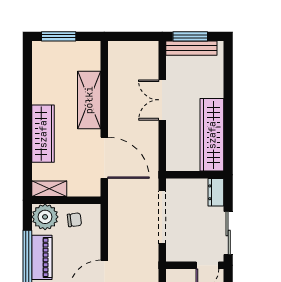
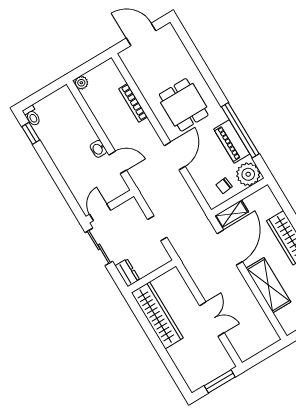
bench: (191, 48) -> (213, 373), removed
door: (104, 158) -> (230, 248), swing flipped
shelving: (49, 189) -> (232, 214), moved
doorway: (162, 217) -> (157, 228), width x0.53

